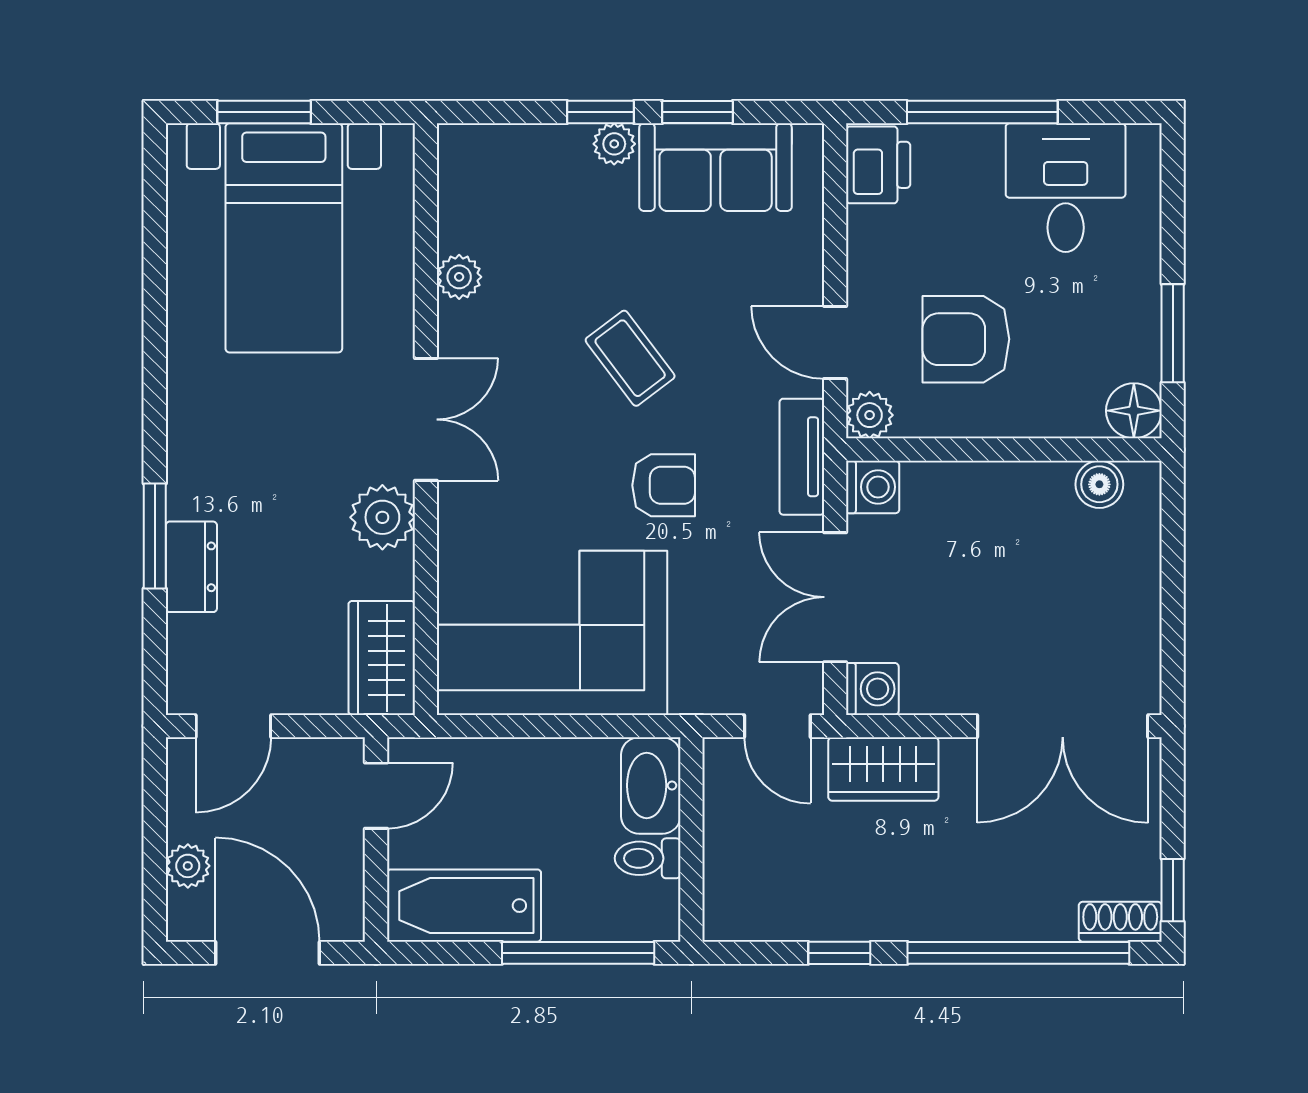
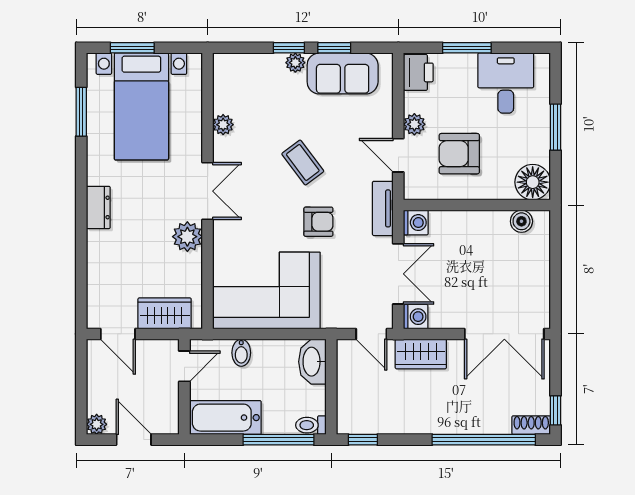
window: (982, 112) -> (467, 48), width x0.69
window: (1173, 333) -> (556, 127), moved
floor lamp: (1134, 411) -> (533, 182), width x1.38, depth x1.38
plant: (870, 415) -> (414, 124), moved
window: (155, 536) -> (81, 112), moved
dresser: (191, 567) -> (98, 207), moved
double door: (835, 597) -> (398, 274), swing flipped
wardrobe: (382, 658) -> (165, 313), moved, turned 90
door: (233, 726) -> (118, 334), hinge flipped
bidet: (498, 766) -> (241, 353), added
toilet: (648, 858) -> (311, 425), moved
plant: (188, 866) -> (97, 424), moved
door: (268, 953) -> (134, 440), width x0.73
window: (839, 953) -> (363, 440), moved

